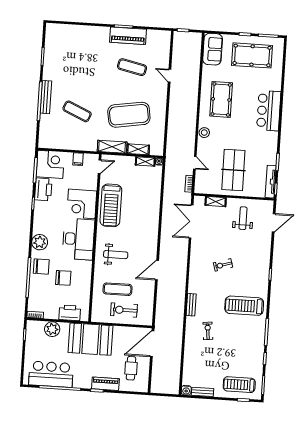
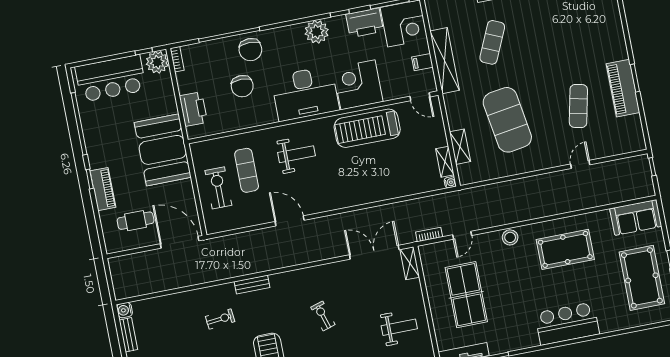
shelving: (112, 147) -> (445, 61), moved, width x1.47
table tennis table: (233, 170) -> (466, 295), turned 90
shelving: (216, 202) -> (410, 263), moved
plant: (40, 242) -> (317, 32), moved
weight bench: (116, 255) -> (297, 154), turned -90
plant: (52, 329) -> (157, 62), moved
bar counter: (51, 374) -> (111, 78), moved, turned 90

